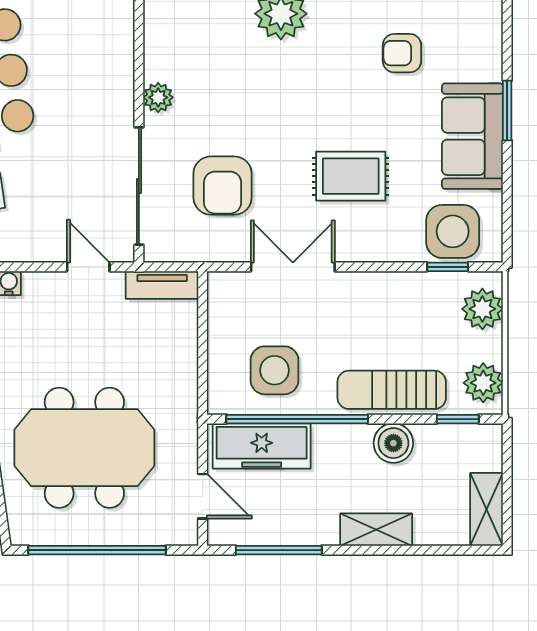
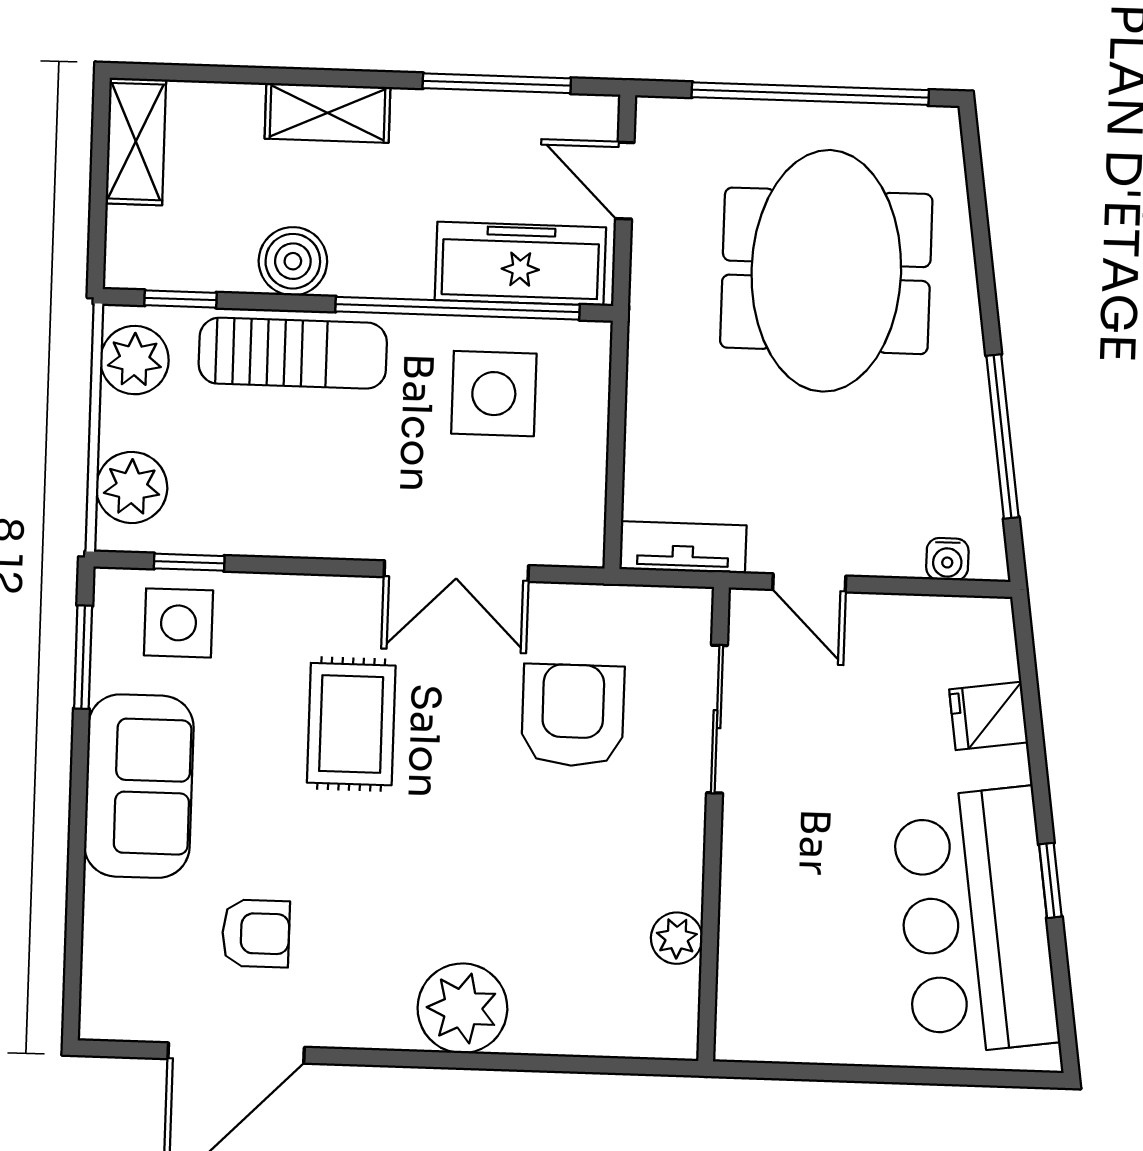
plant: (158, 97) -> (677, 938), moved
window: (507, 110) -> (83, 657), moved
rug: (351, 176) -> (351, 724), turned 90
sliding door: (139, 186) -> (717, 719), width x0.73
side table: (453, 231) -> (178, 623), width x0.73, depth x0.73
meeting table: (84, 448) -> (826, 271), turned 90

